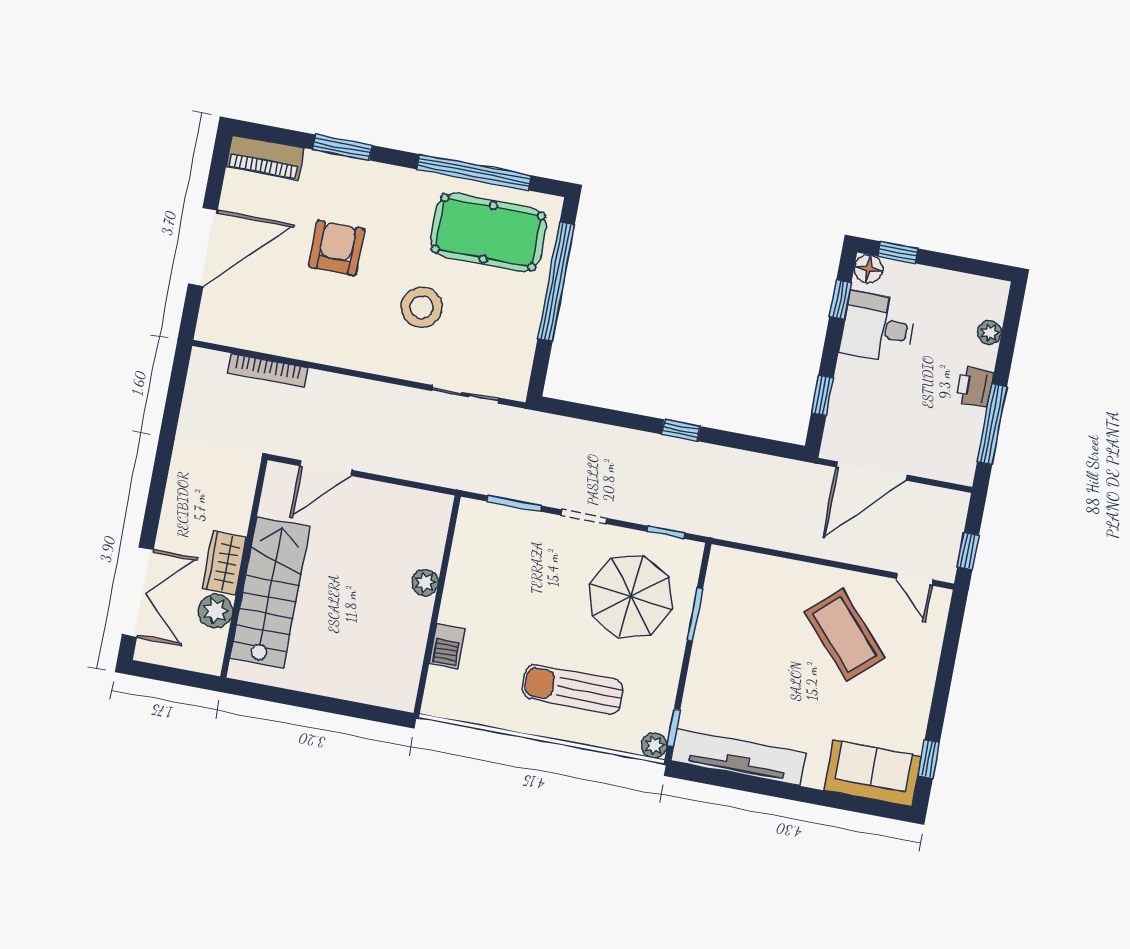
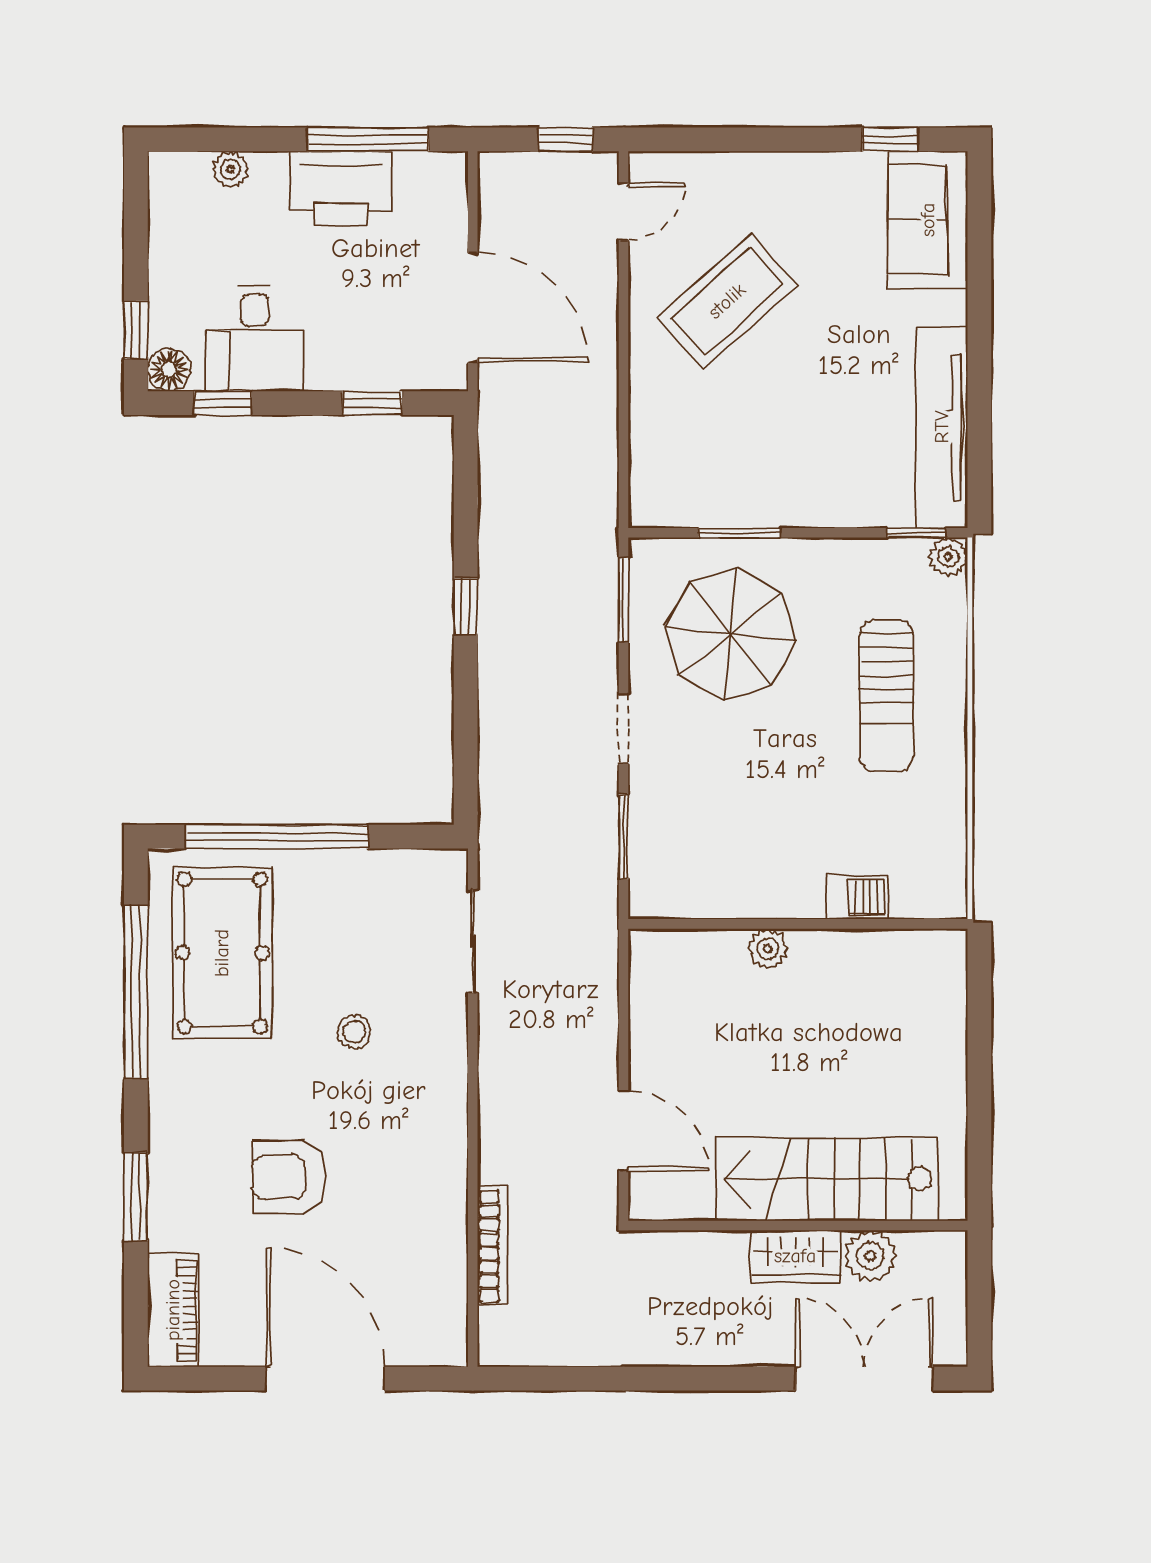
stool: (422, 307) -> (354, 1032), width x0.53, depth x0.53
printer: (975, 387) -> (341, 188), width x1.87, depth x1.48
window: (666, 532) -> (624, 600), width x1.50

